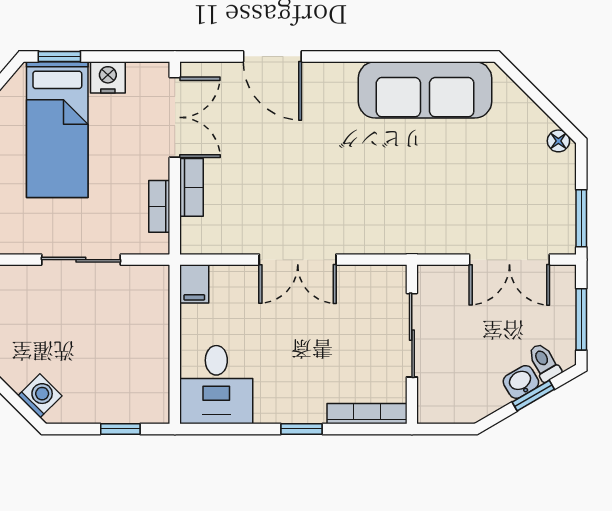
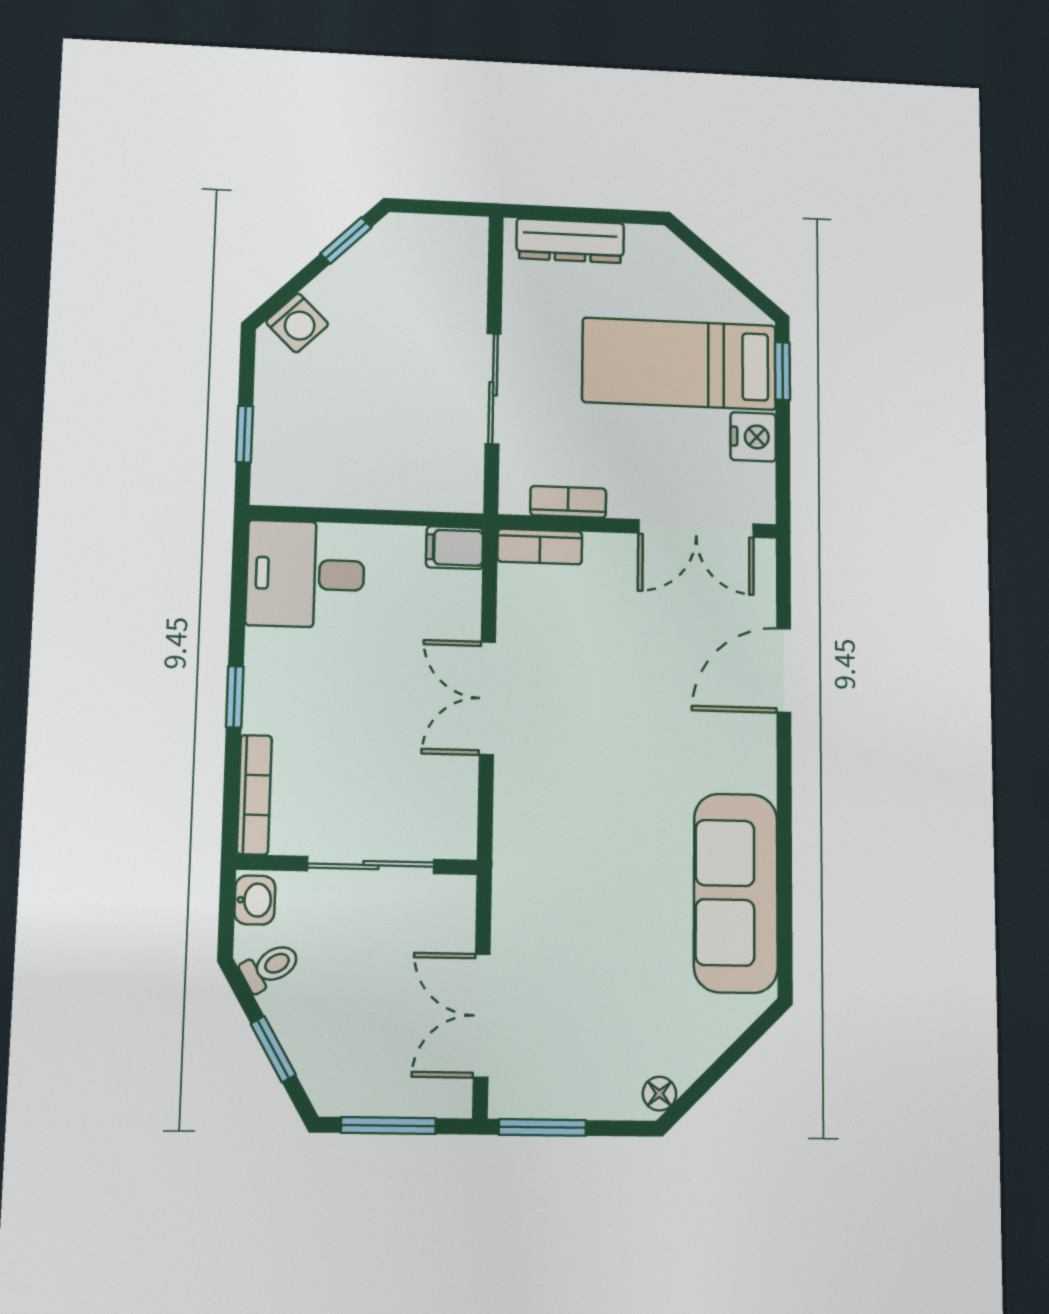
bookcase: (191, 187) -> (540, 547), moved
toilet: (544, 362) -> (270, 967), moved
washbasin: (521, 382) -> (255, 900), moved, turned 30

